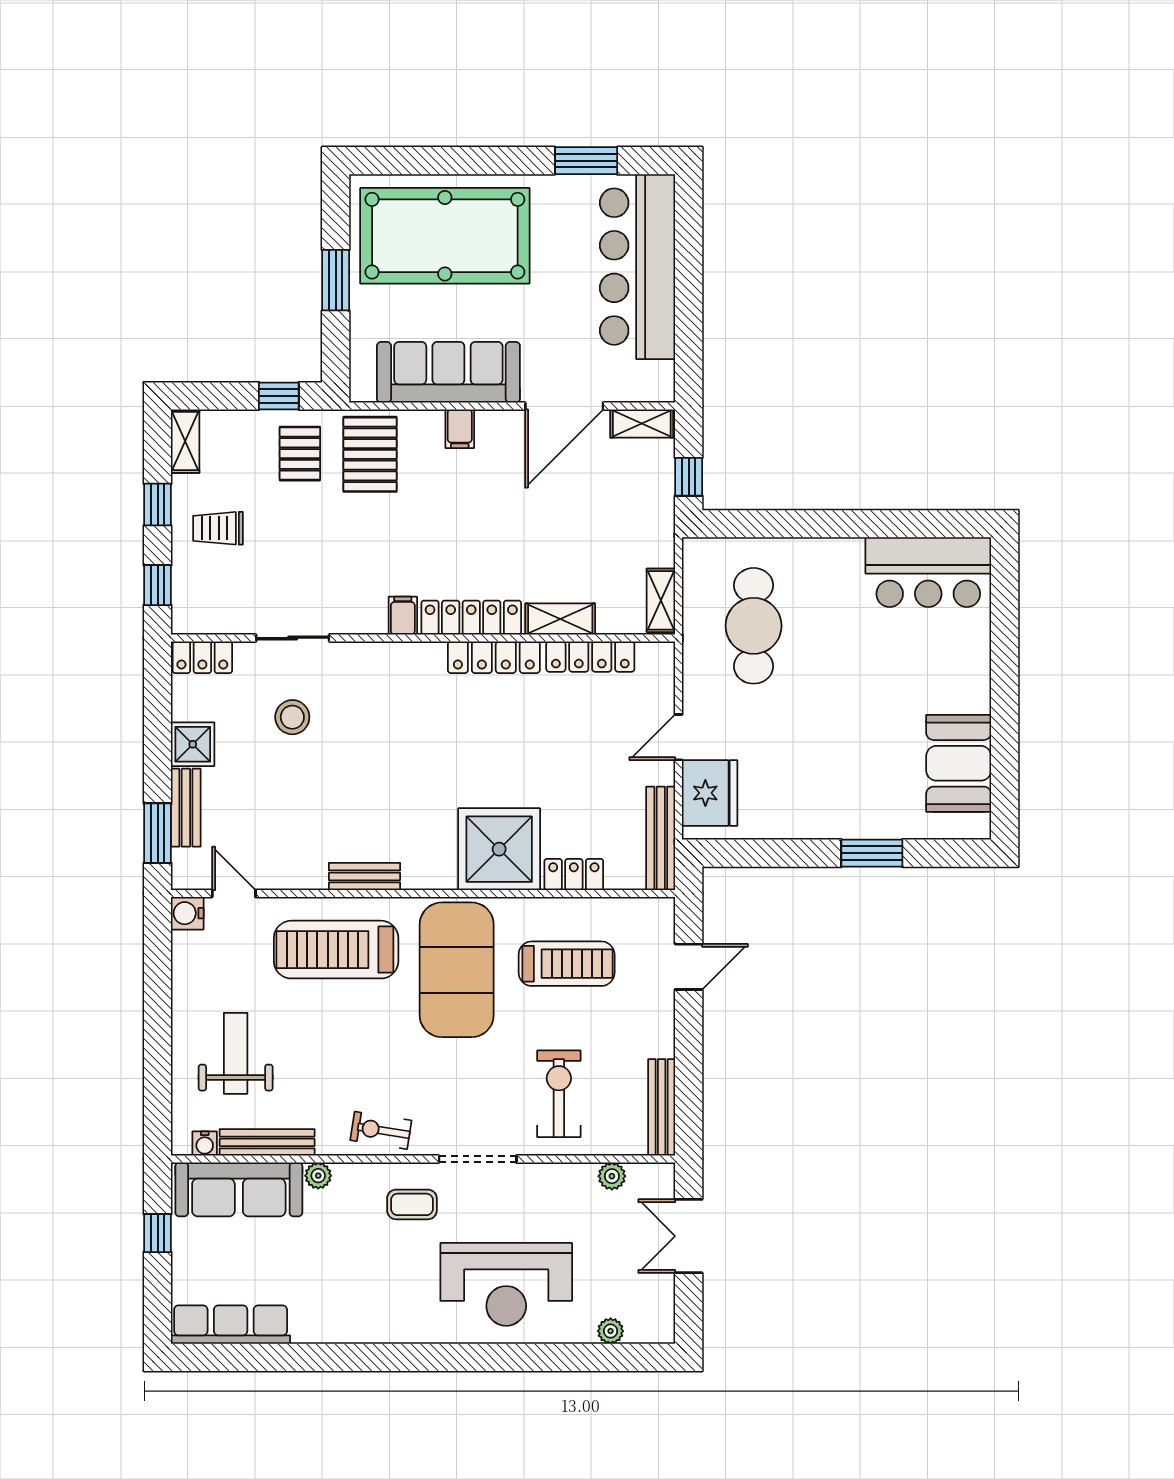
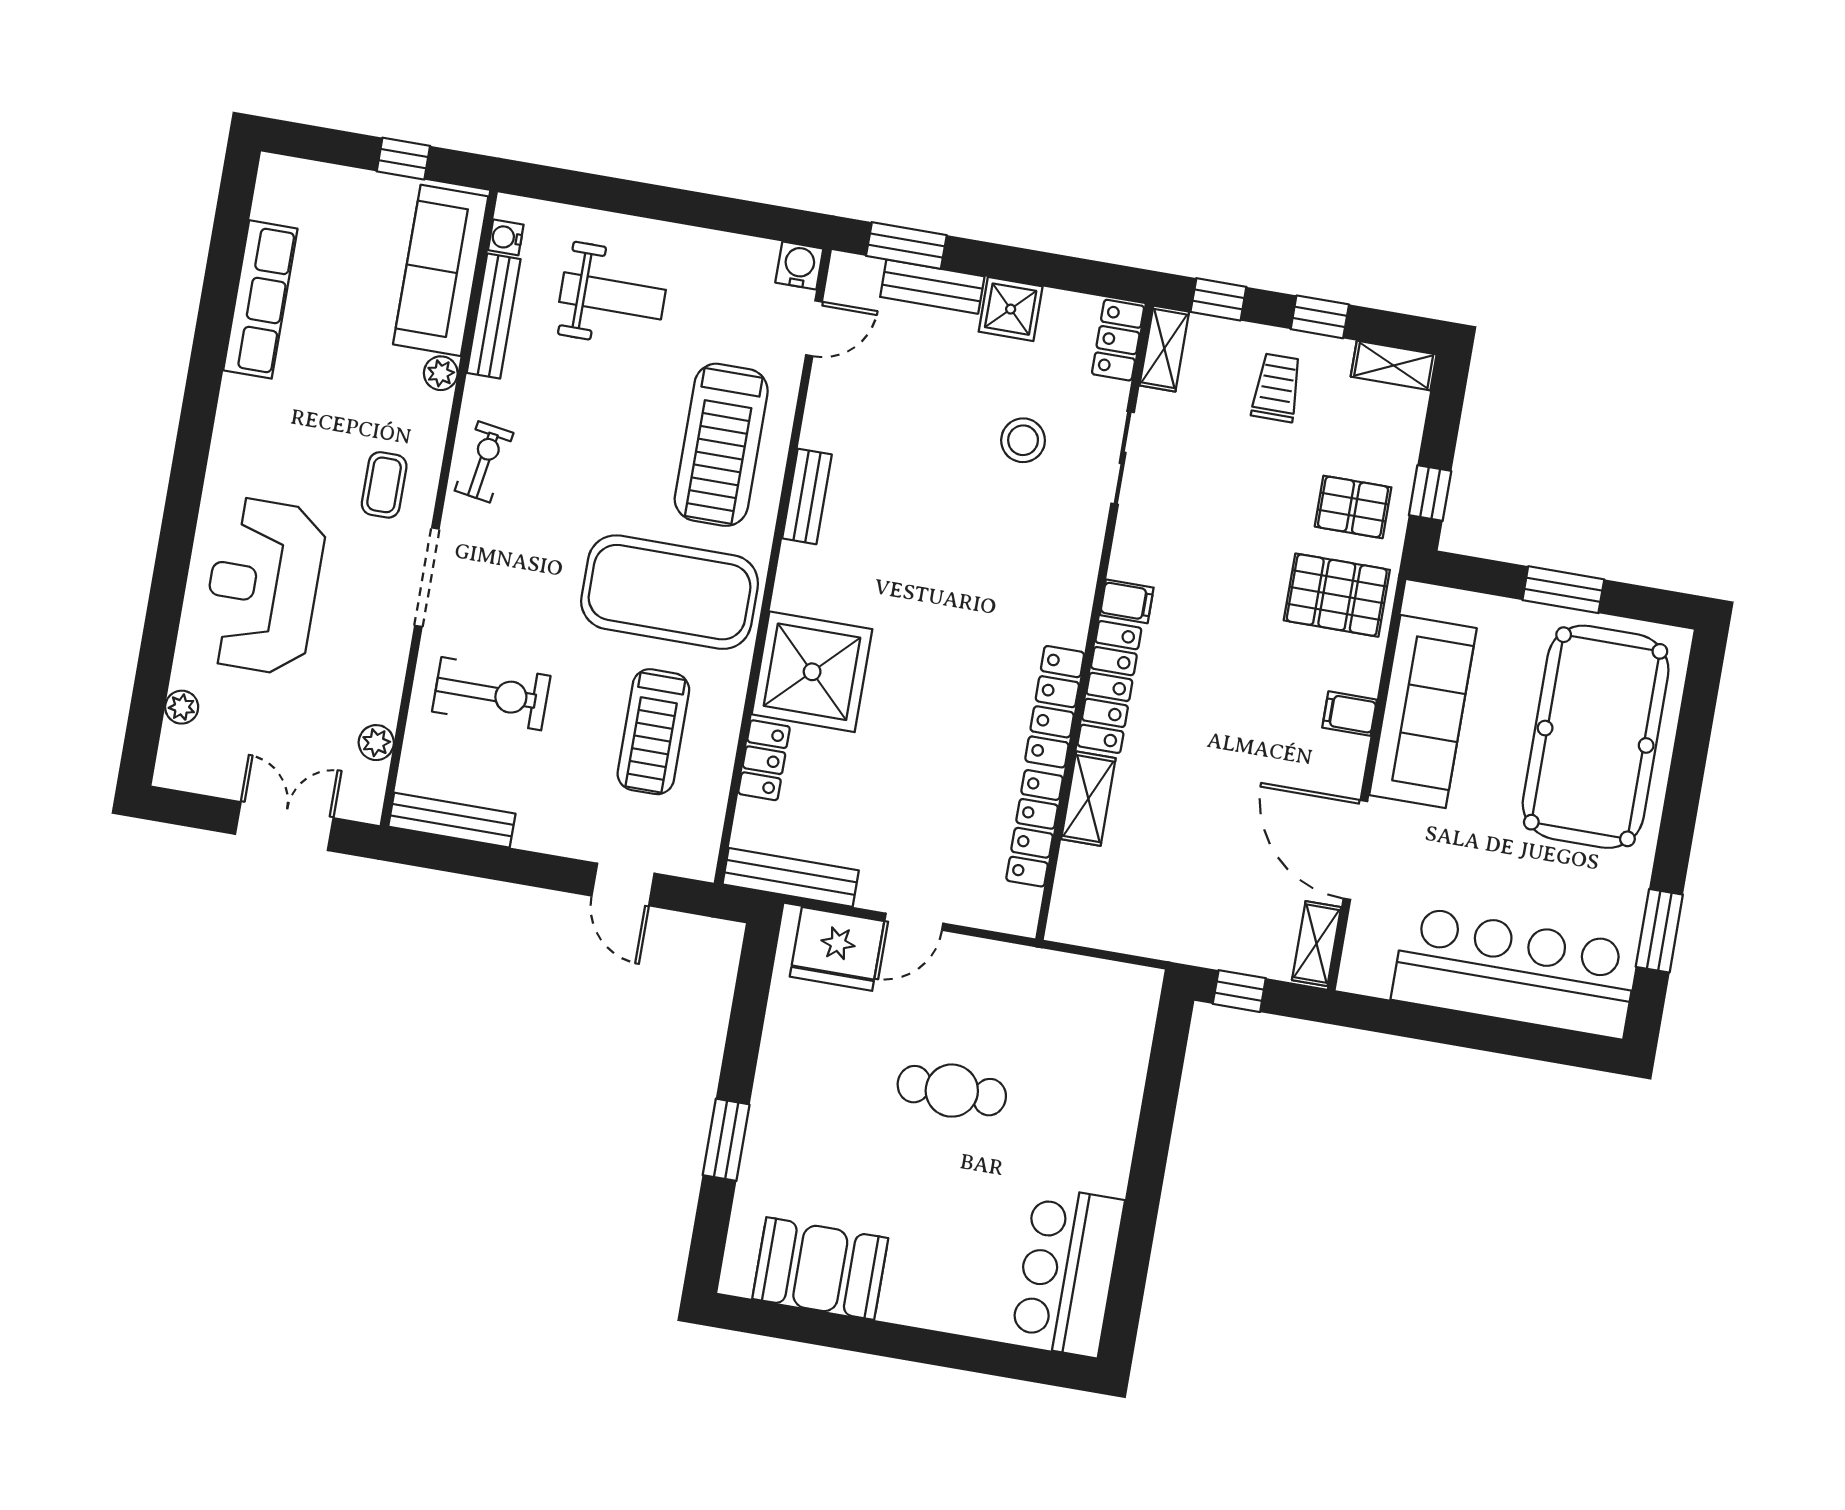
shelving: (661, 600) -> (1164, 349), moved, turned 90
cafe table: (754, 626) -> (952, 1091), moved, width x0.73, depth x0.74
door: (679, 737) -> (914, 922), swing flipped
treadmill: (336, 950) -> (721, 445), turned 180
row of seats: (231, 1325) -> (260, 299), moved

